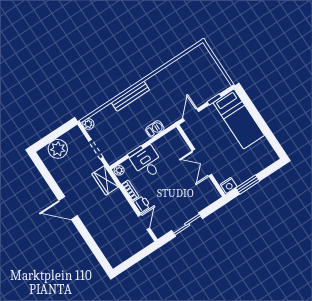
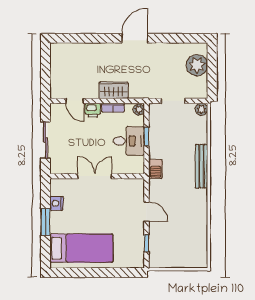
bed: (239, 119) -> (81, 248), moved, turned 180
wall: (201, 161) -> (97, 176), moved
double door: (202, 163) -> (95, 176), moved
wardrobe: (105, 180) -> (114, 90), moved

